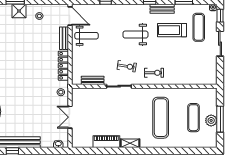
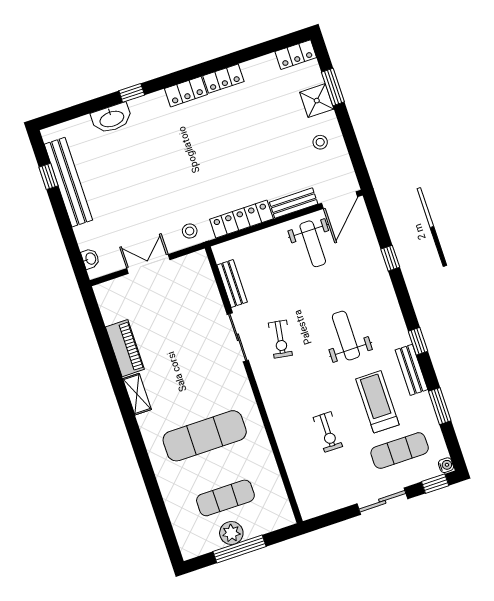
exercise bike: (154, 73) -> (328, 432), moved

